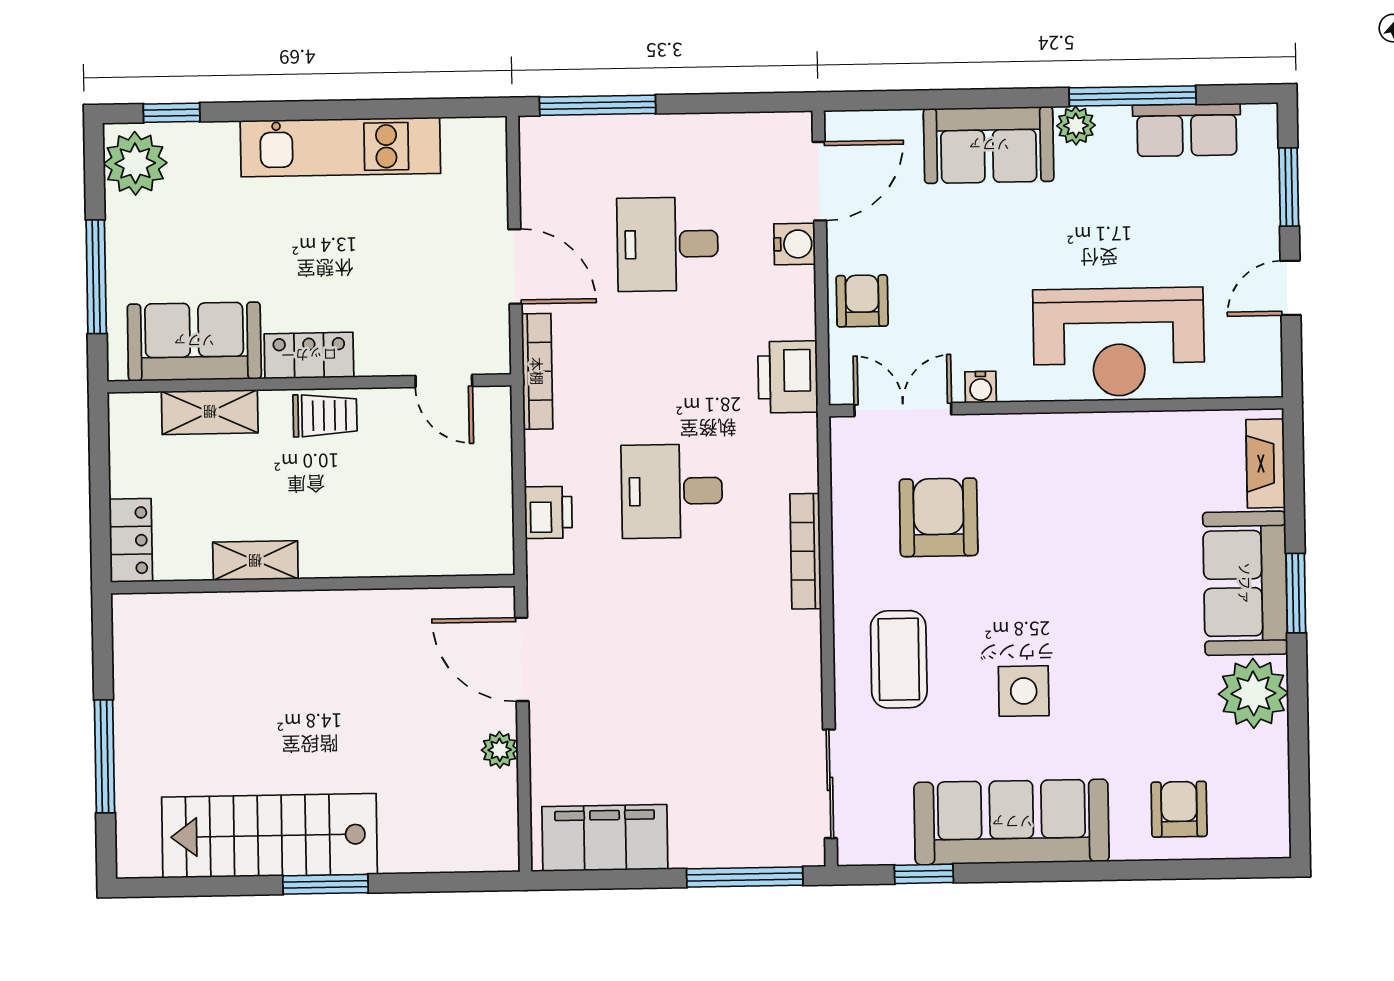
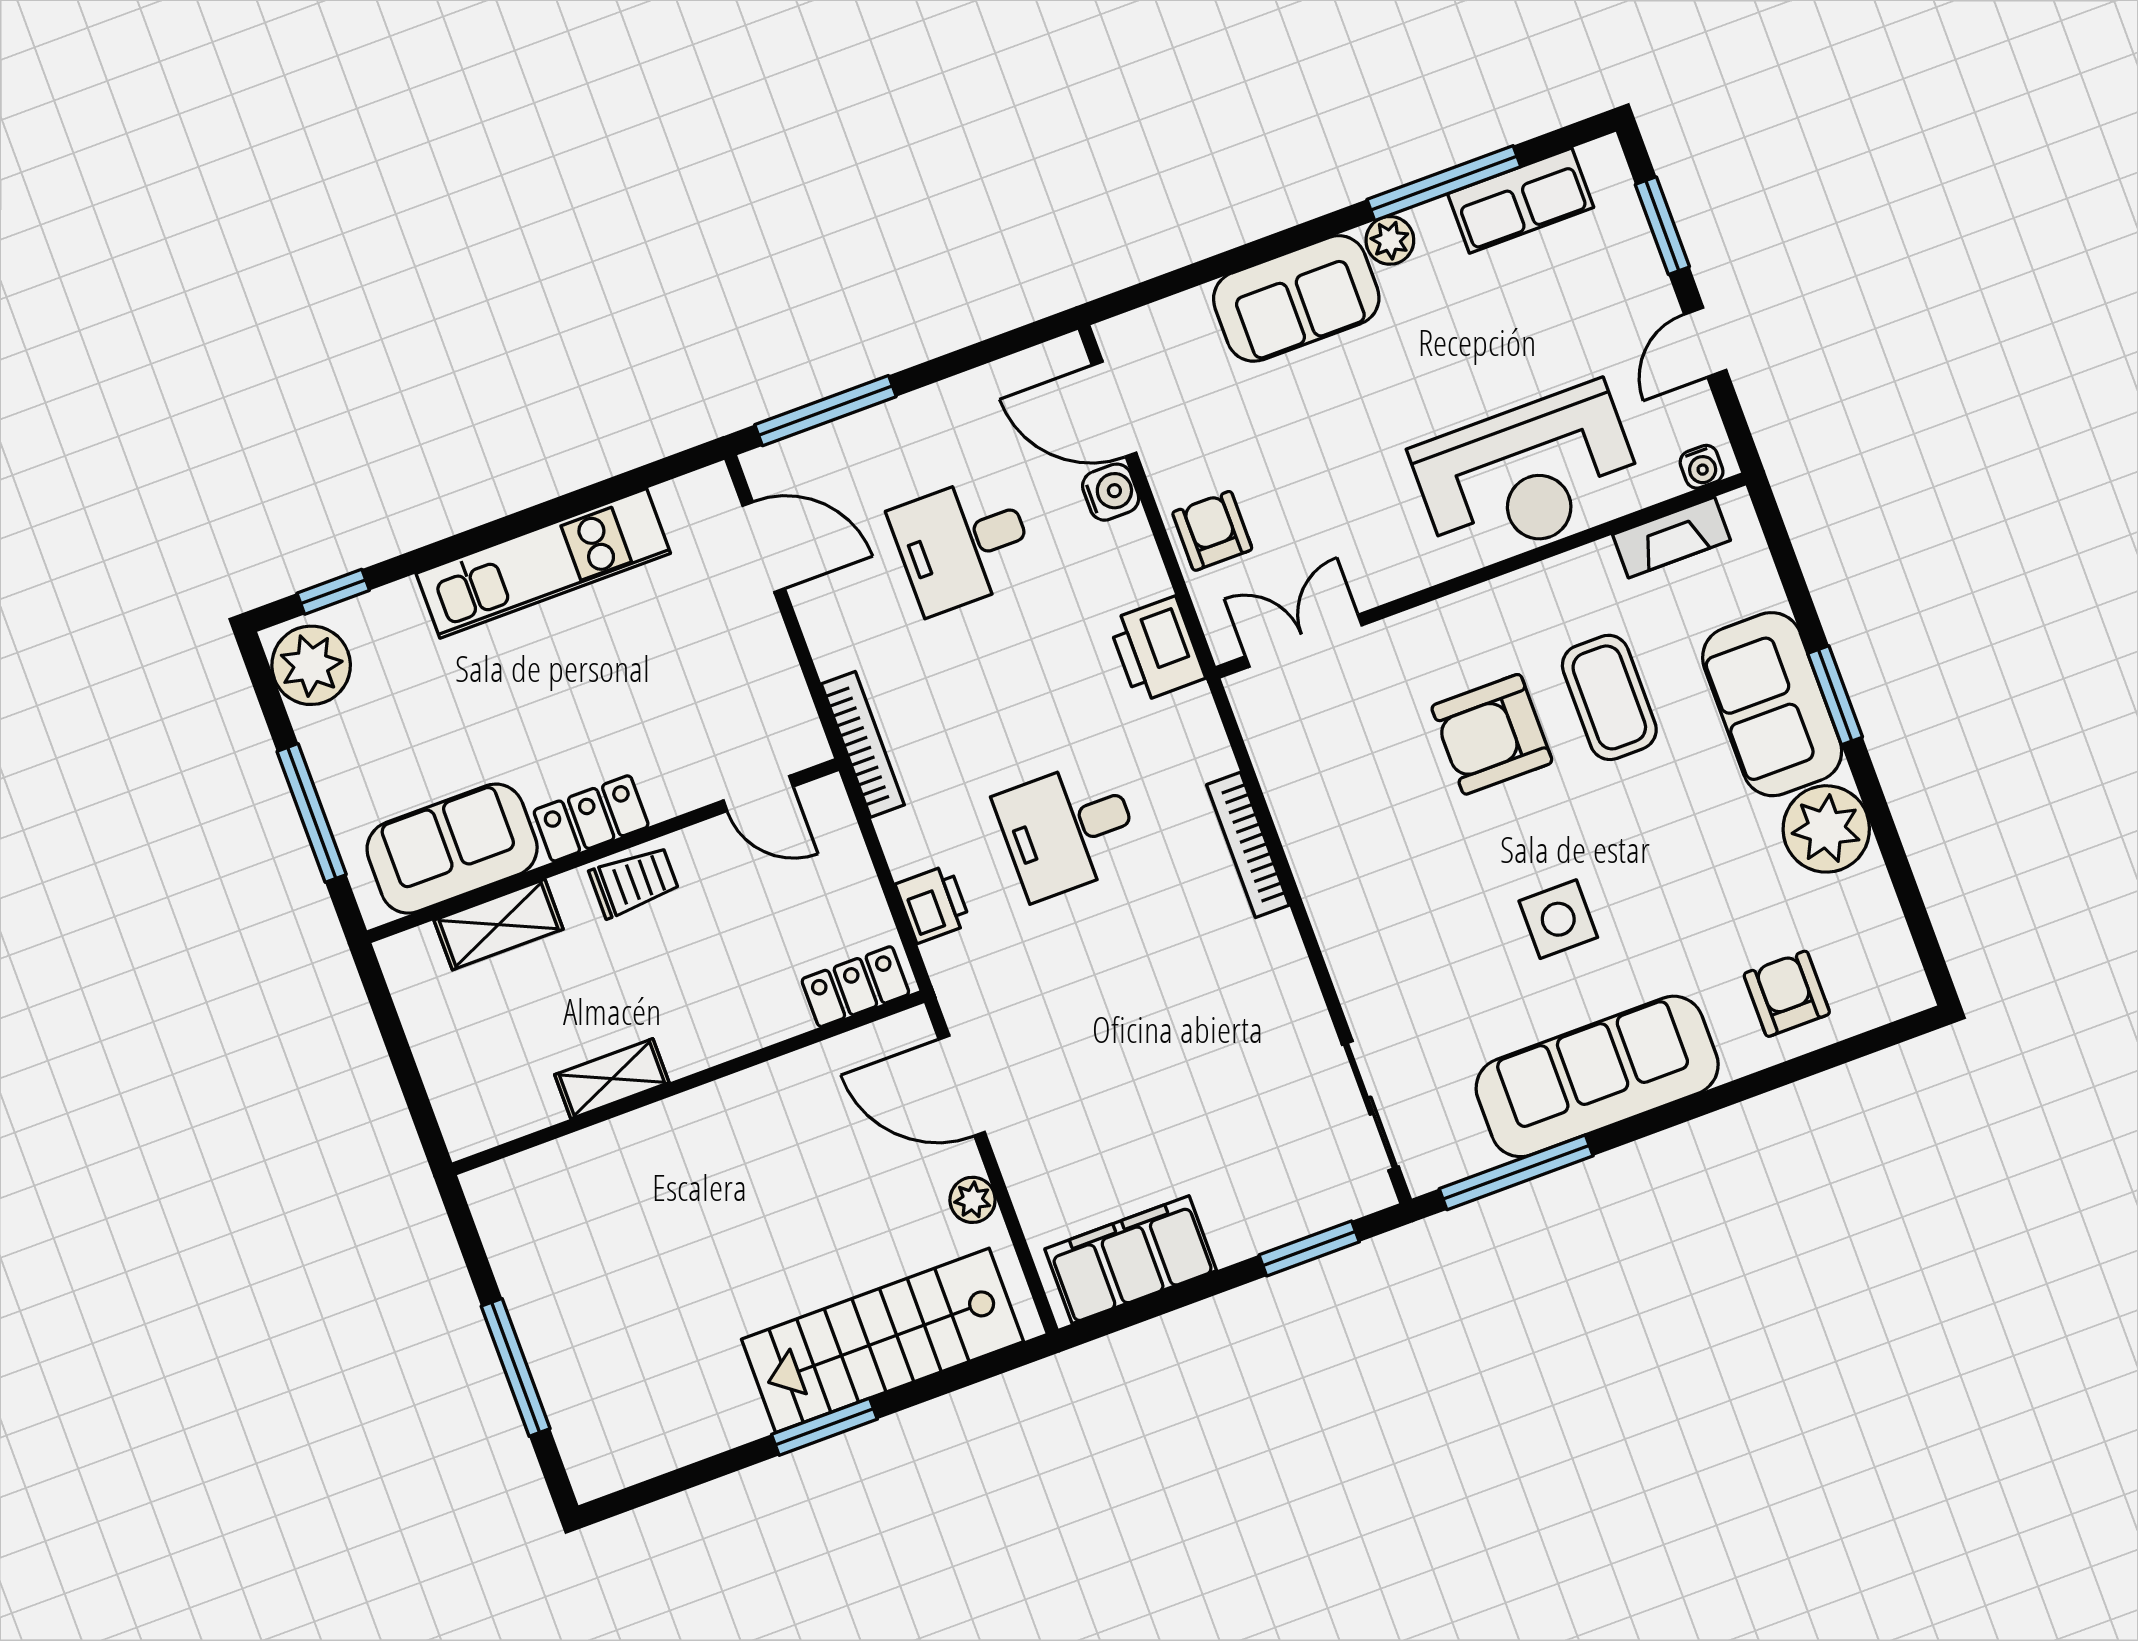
door: (819, 181) -> (1114, 409), swing flipped
door: (515, 267) -> (764, 547), moved
water cooler: (981, 387) -> (1702, 467), moved
fireplace: (1266, 463) -> (1671, 537), moved, turned -90
armchair: (939, 517) -> (1492, 734), moved, turned -90
locker: (131, 540) -> (855, 987), moved, turned -90
coffee table: (899, 659) -> (1609, 697), moved
stairs: (270, 836) -> (882, 1340), moved
window: (924, 874) -> (1516, 1172), width x2.17
window: (745, 877) -> (1309, 1248), width x0.69

